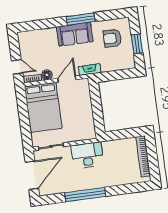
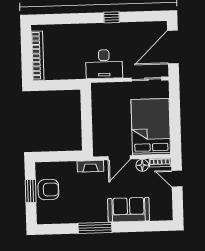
sofa: (75, 34) -> (129, 210), moved
armchair: (112, 38) -> (48, 190), moved
window: (85, 195) -> (111, 17), width x0.32

